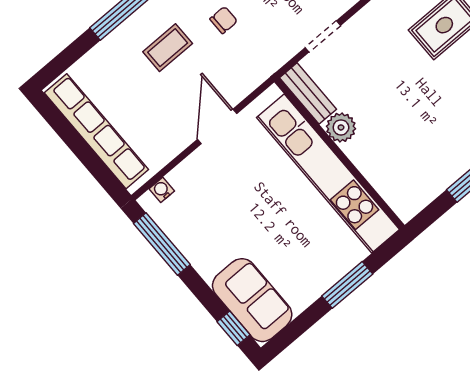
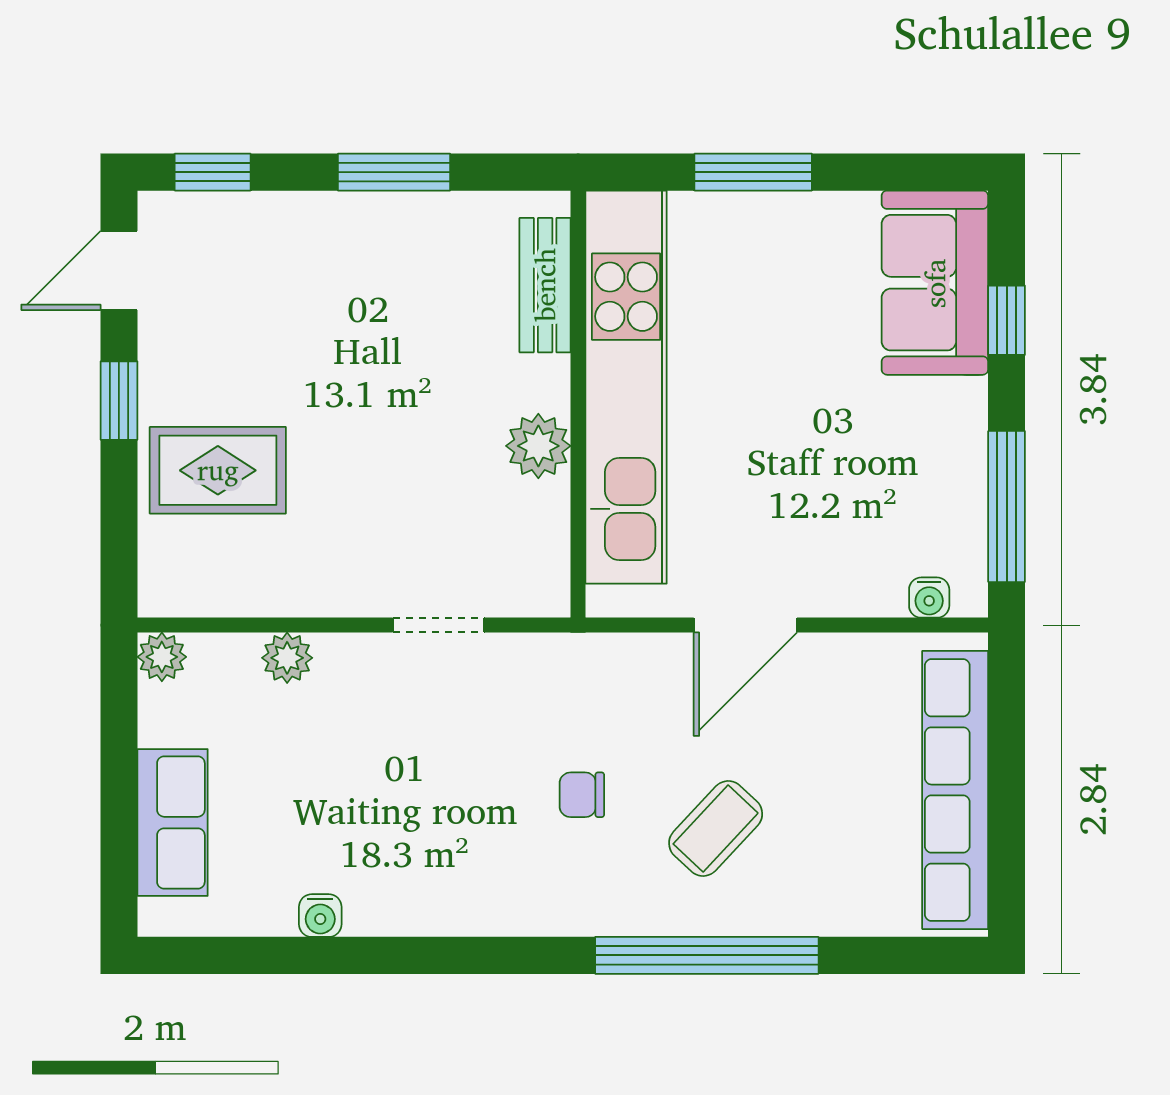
coffee table: (168, 48) -> (716, 829), turned -47
bench: (308, 93) -> (545, 285), moved
window: (234, 328) -> (1007, 320), moved

